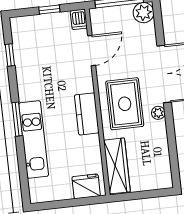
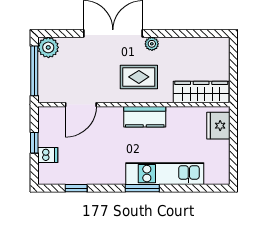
dishwasher: (79, 19) -> (48, 155), moved
door: (92, 51) -> (81, 105), swing flipped
rug: (125, 104) -> (139, 77), width x0.73, depth x0.70

